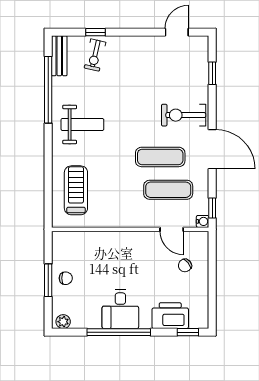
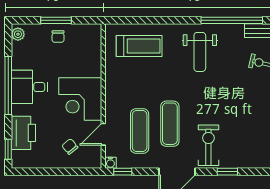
window: (212, 73) -> (227, 172), moved
corner desk: (133, 254) -> (80, 99), added

